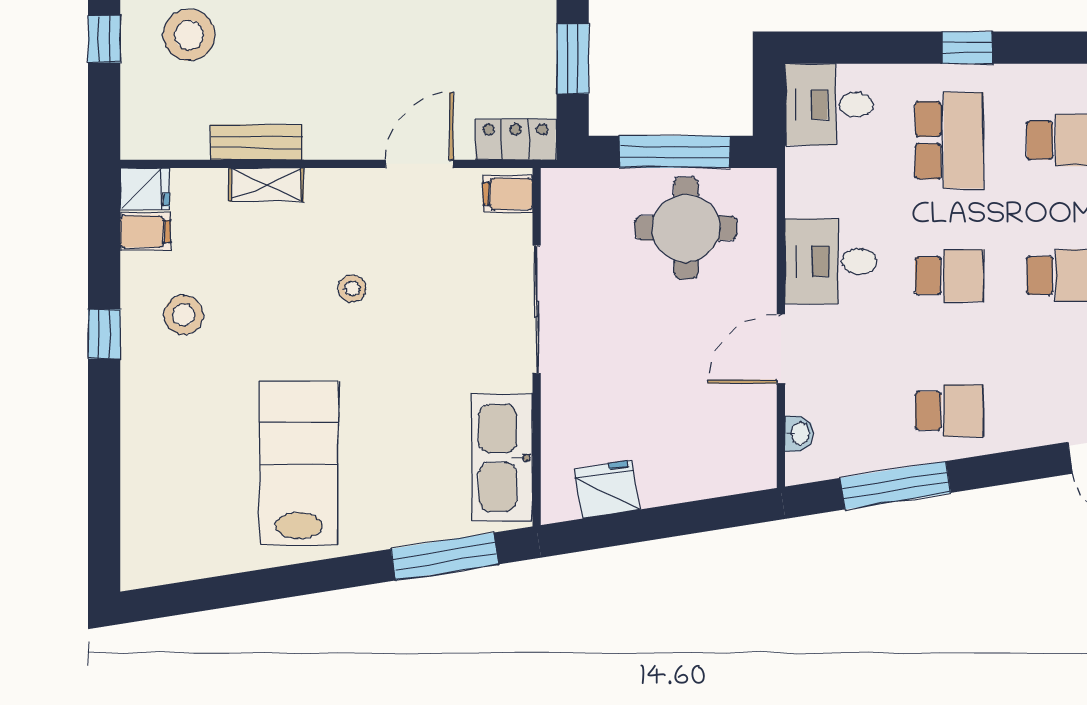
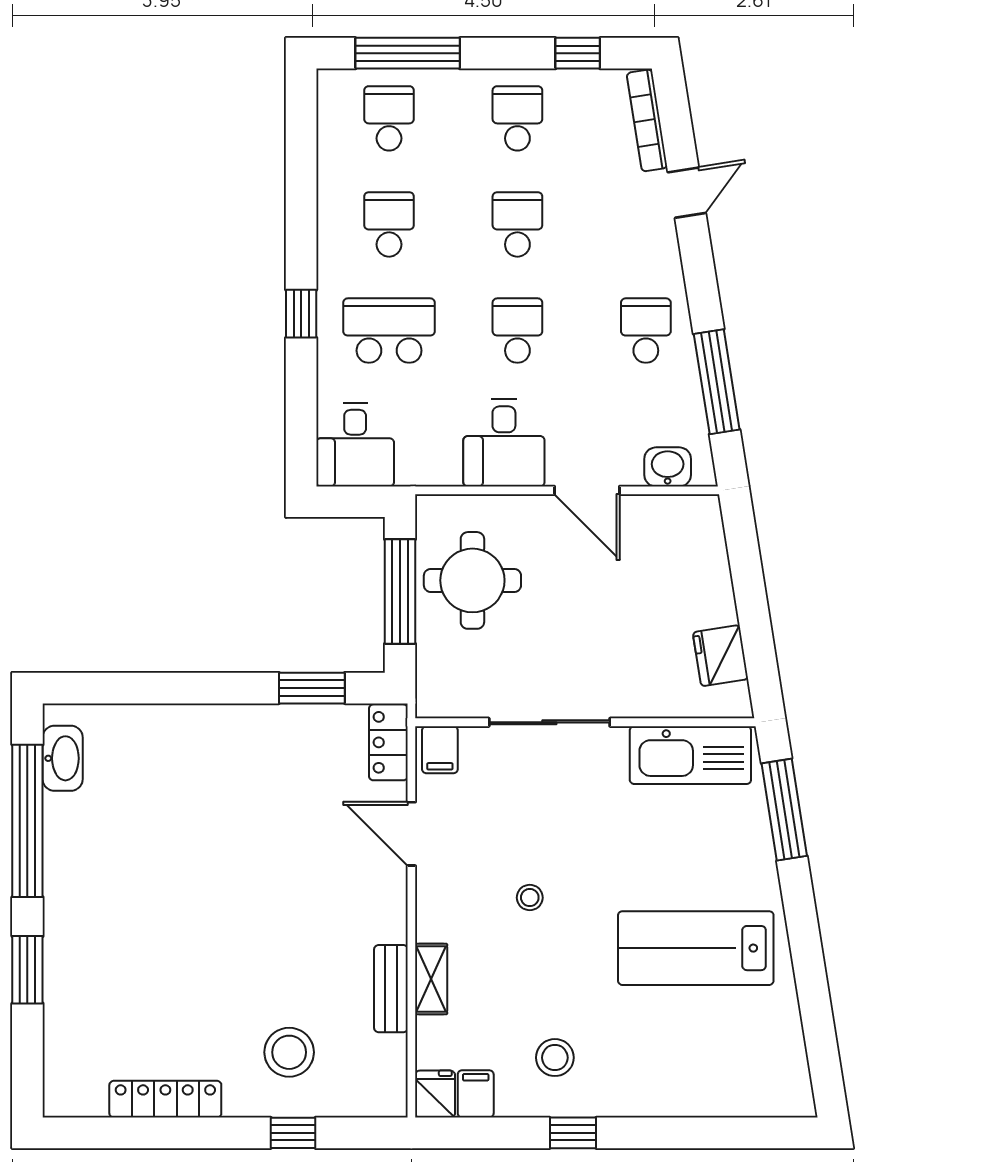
washbasin: (799, 434) -> (668, 467), width x1.38, depth x1.45

